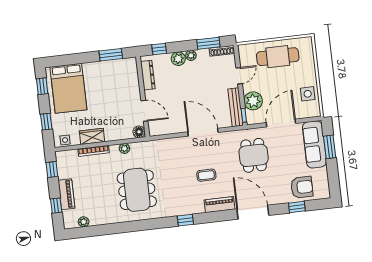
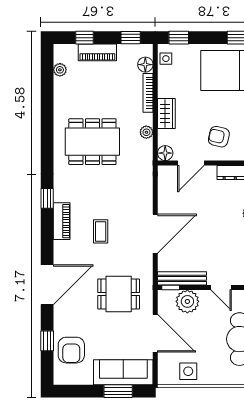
armchair: (121, 91) -> (219, 137), added
window: (46, 122) -> (179, 38), moved
wardrobe: (92, 136) -> (166, 113), moved
floor lamp: (72, 156) -> (145, 65), added
piano: (220, 205) -> (62, 221), moved

